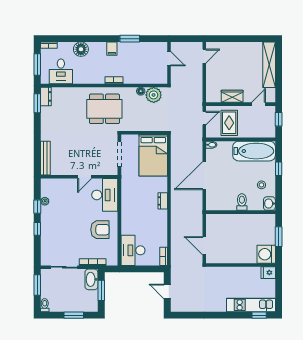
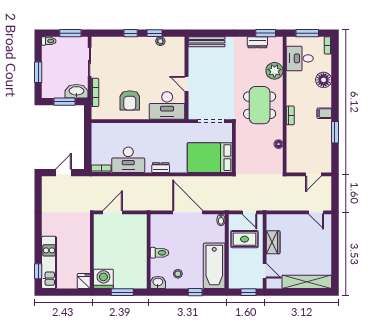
plant: (154, 95) -> (274, 71), moved
dresser: (46, 96) -> (257, 42), moved
desk: (133, 250) -> (128, 160), moved, turned 180

